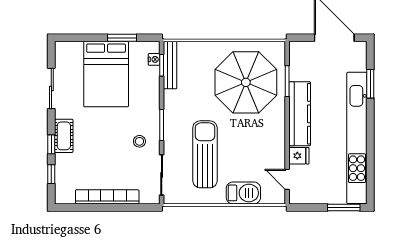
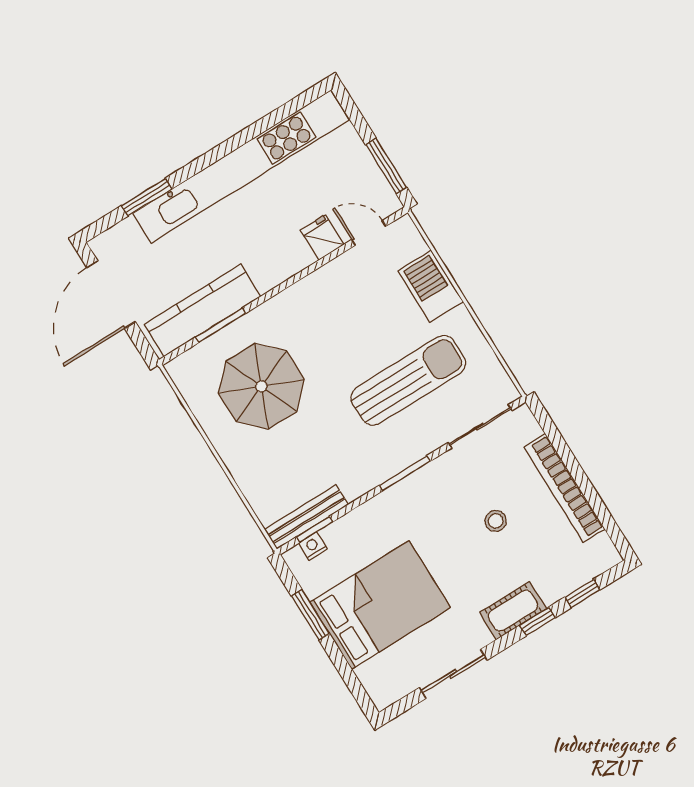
parasol: (246, 82) -> (261, 386), width x0.73, depth x0.73
kitchen counter: (300, 114) -> (202, 310), moved
stool: (139, 141) -> (496, 521), moved
sun lounger: (205, 154) -> (408, 380), turned 180
door: (287, 179) -> (369, 233), swing flipped
window: (344, 207) -> (386, 166), moved

